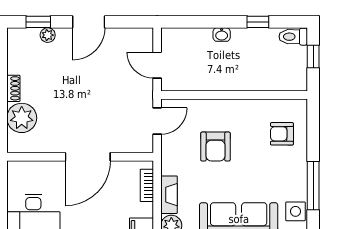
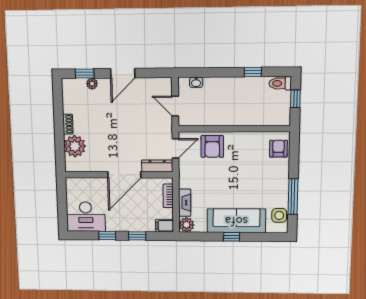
washbasin: (222, 35) -> (196, 82), moved
armchair: (282, 134) -> (278, 149), moved, turned 90
dresser: (132, 145) -> (157, 166), added
armchair: (215, 147) -> (212, 146), moved

